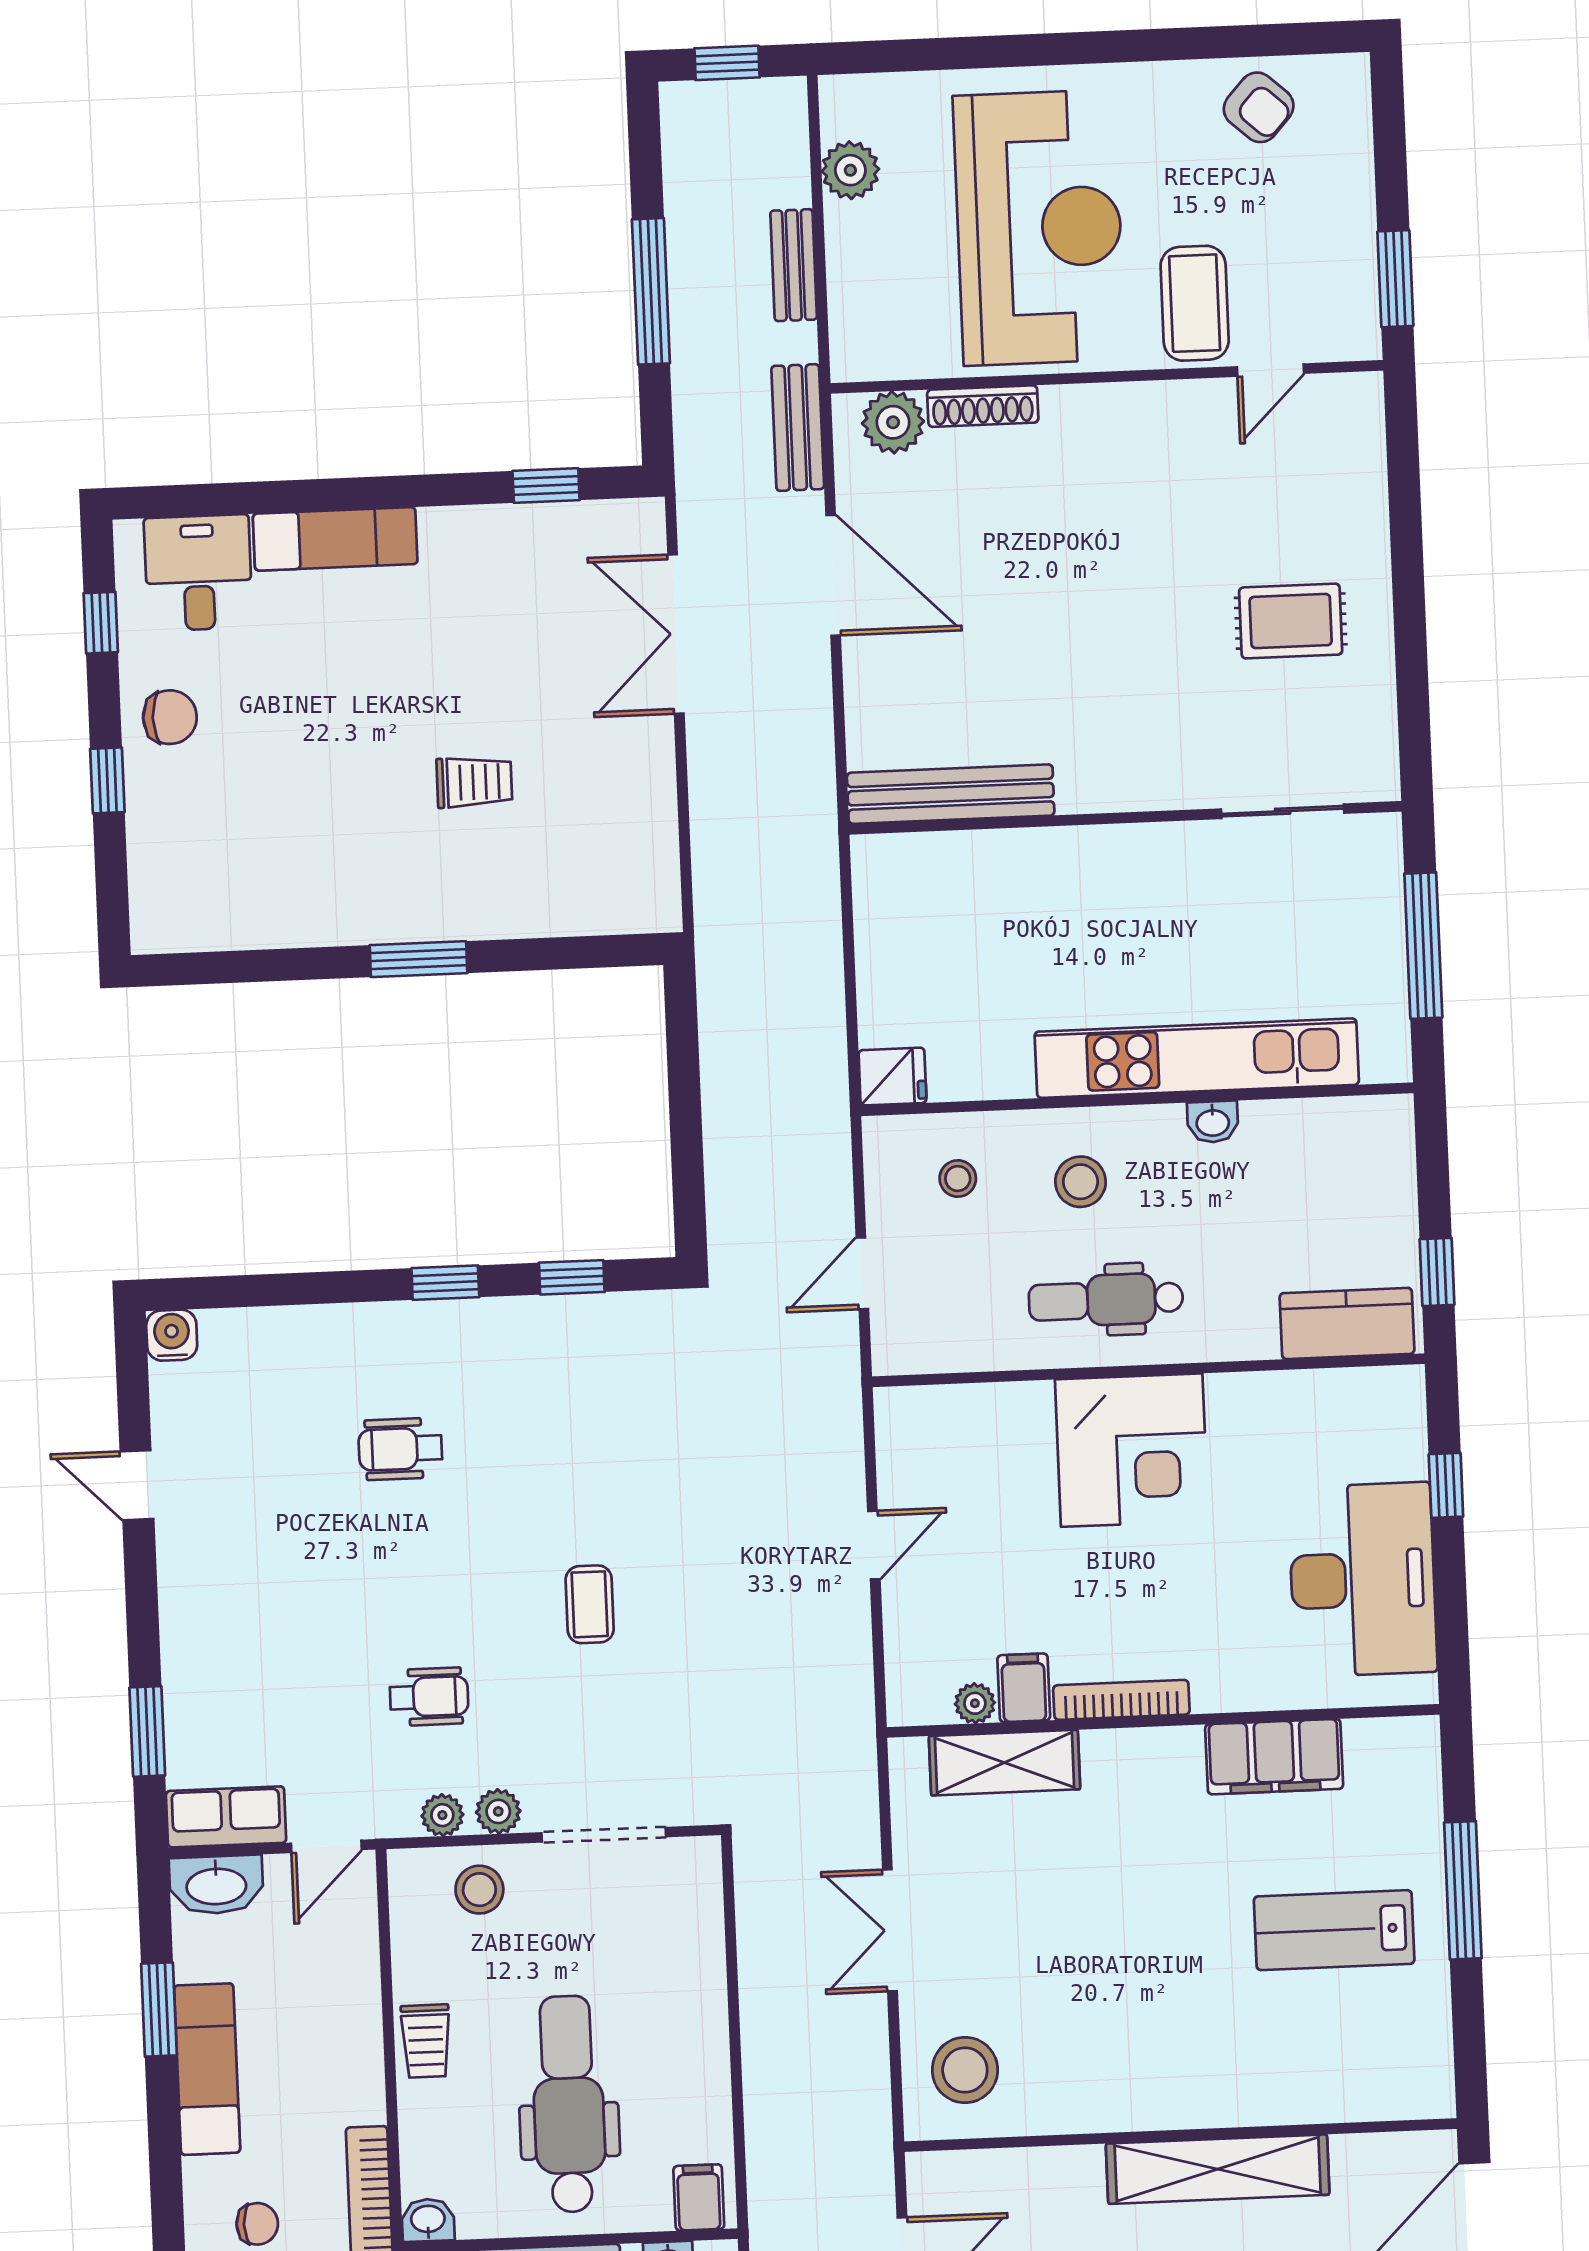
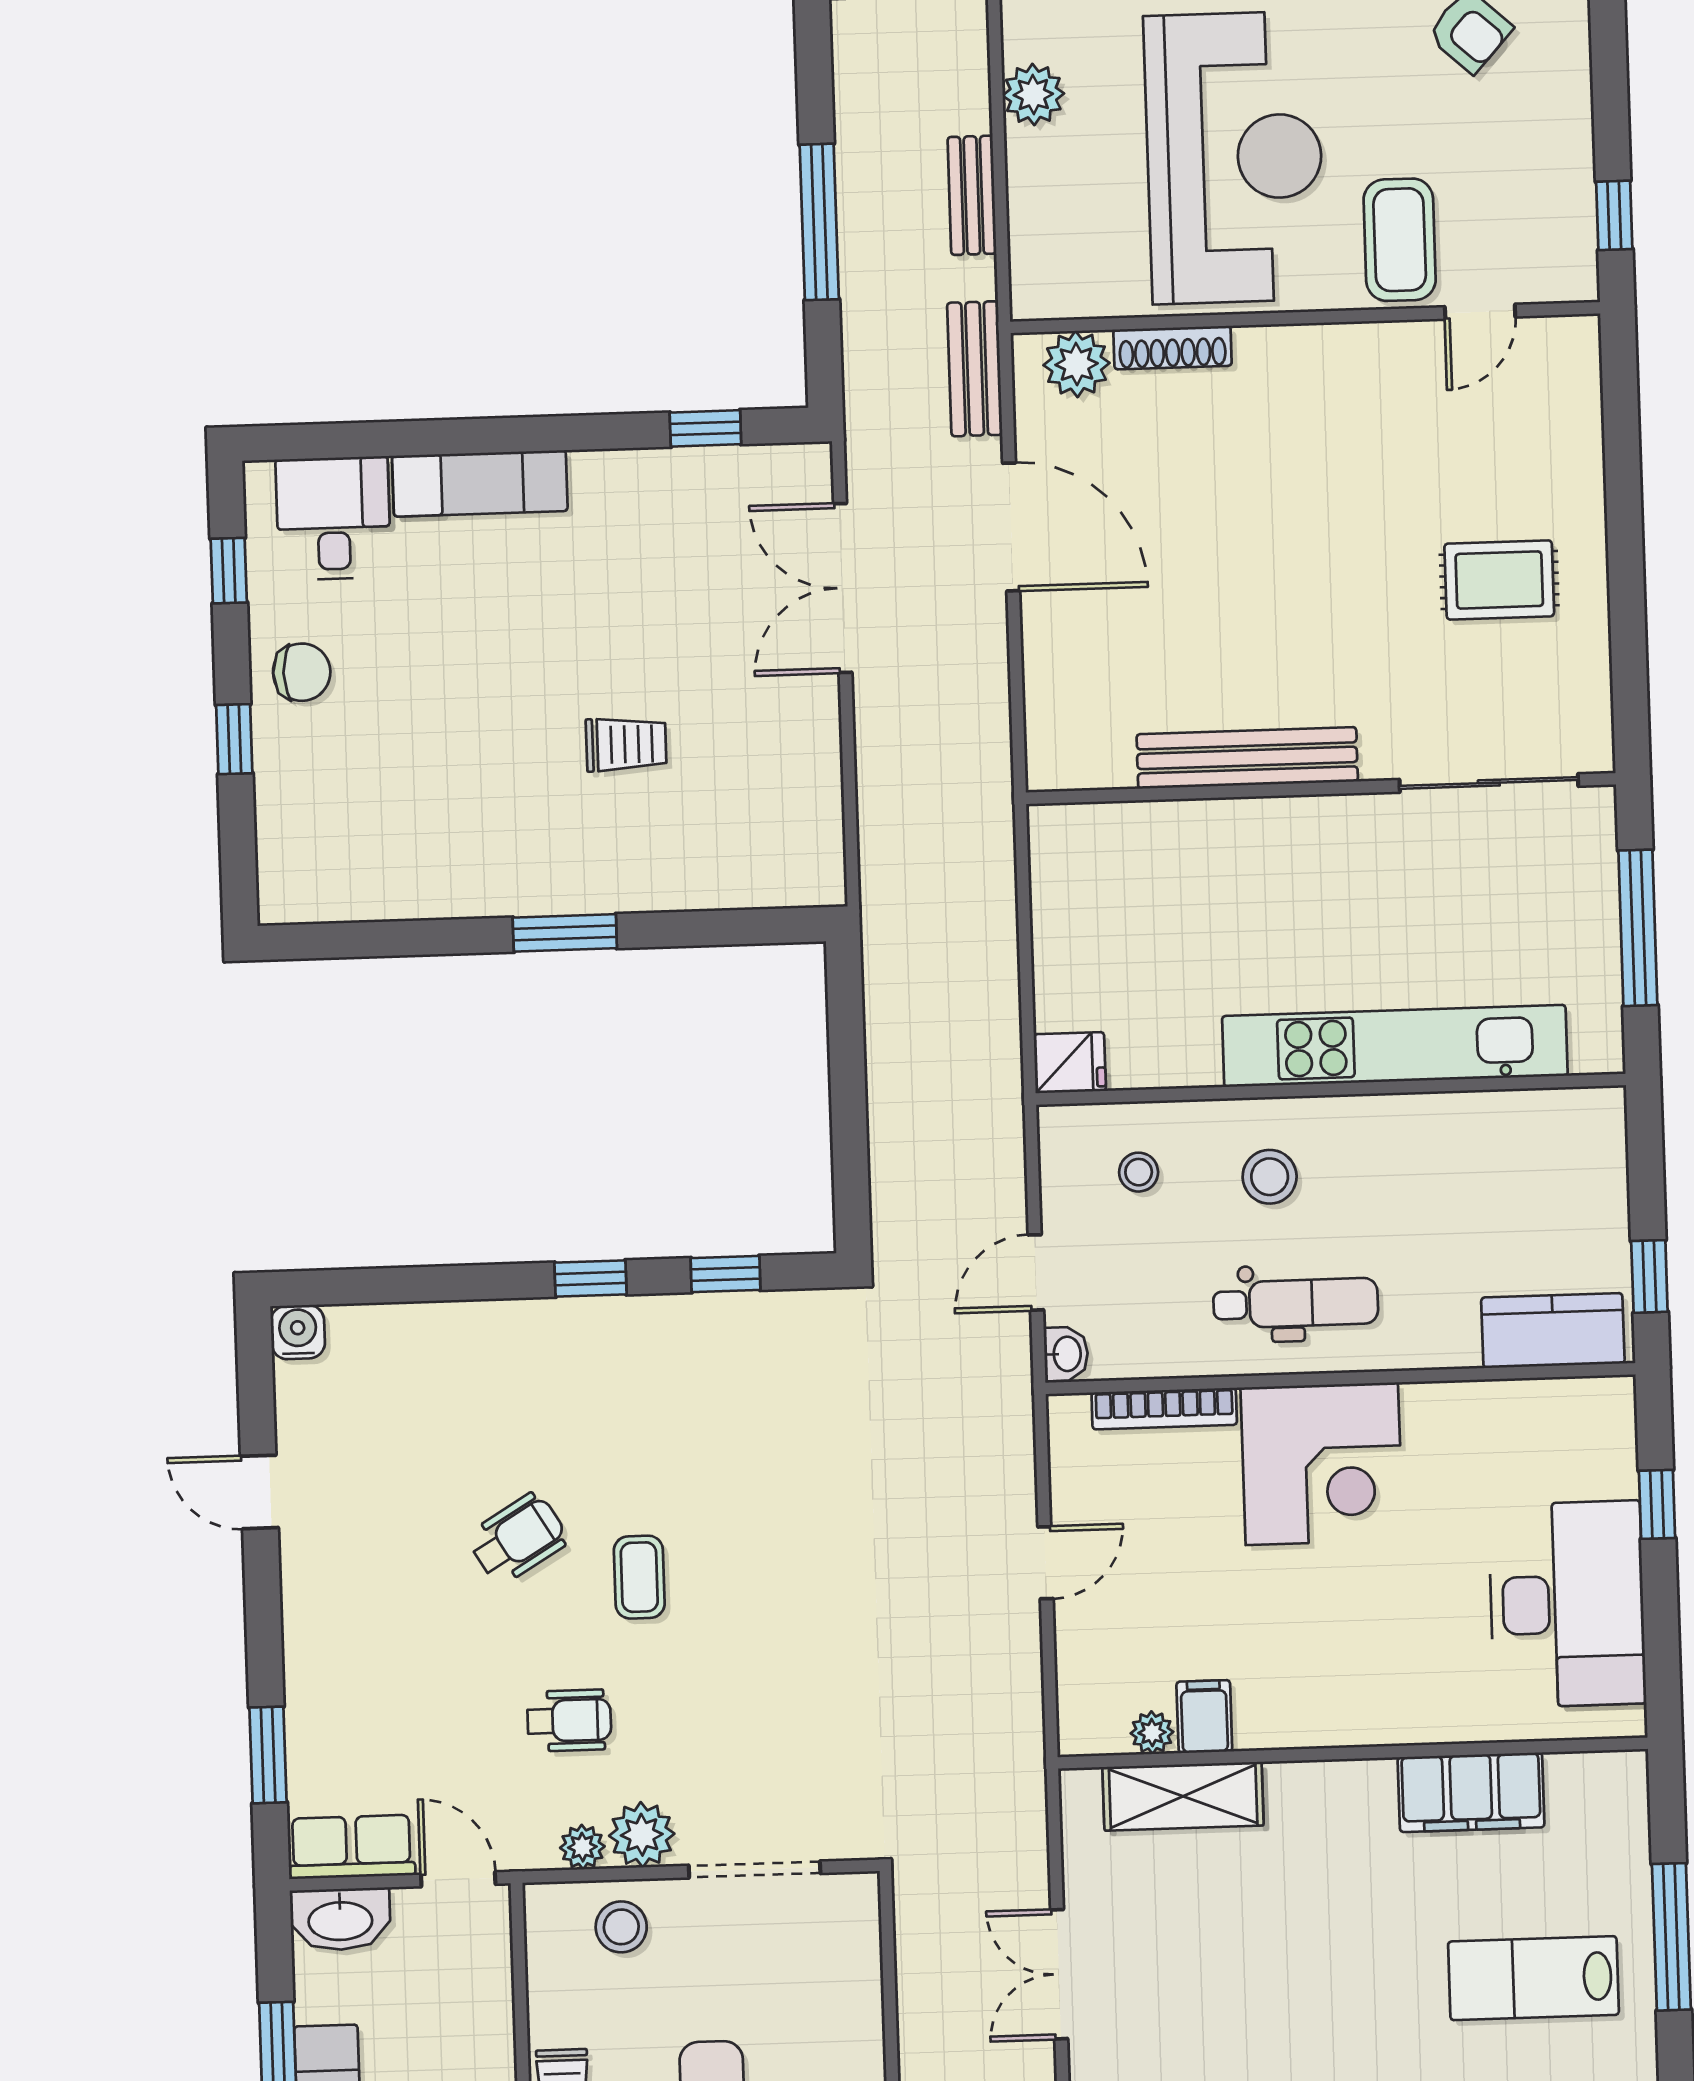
window: (1395, 279) -> (1614, 215), width x0.67
bench: (951, 794) -> (1247, 758), moved
sliding door: (1283, 811) -> (1489, 783), width x1.37
washbasin: (1213, 1122) -> (1066, 1354), moved, turned -90
dental chair: (1106, 1300) -> (1296, 1303), turned 180
wheelchair: (400, 1449) -> (518, 1538), moved, turned 149
coffee table: (590, 1604) -> (639, 1577), moved
bookcase: (1121, 1700) -> (1164, 1409), moved, turned 180
plant: (498, 1811) -> (642, 1835), width x1.38, depth x1.38
door: (326, 1846) -> (458, 1879), swing flipped

